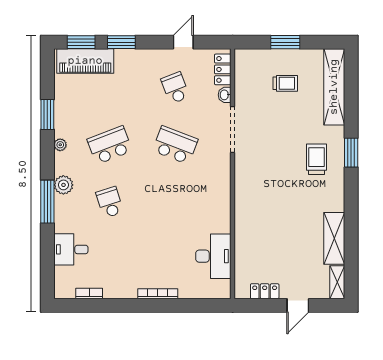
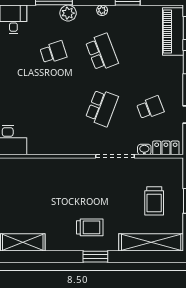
trolley: (285, 83) -> (154, 201), width x1.36, depth x1.39

